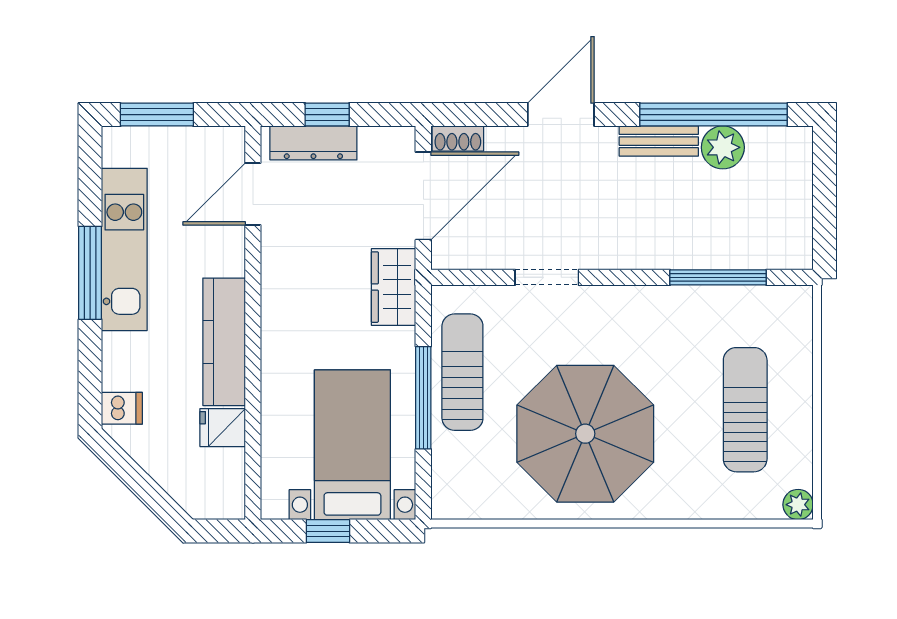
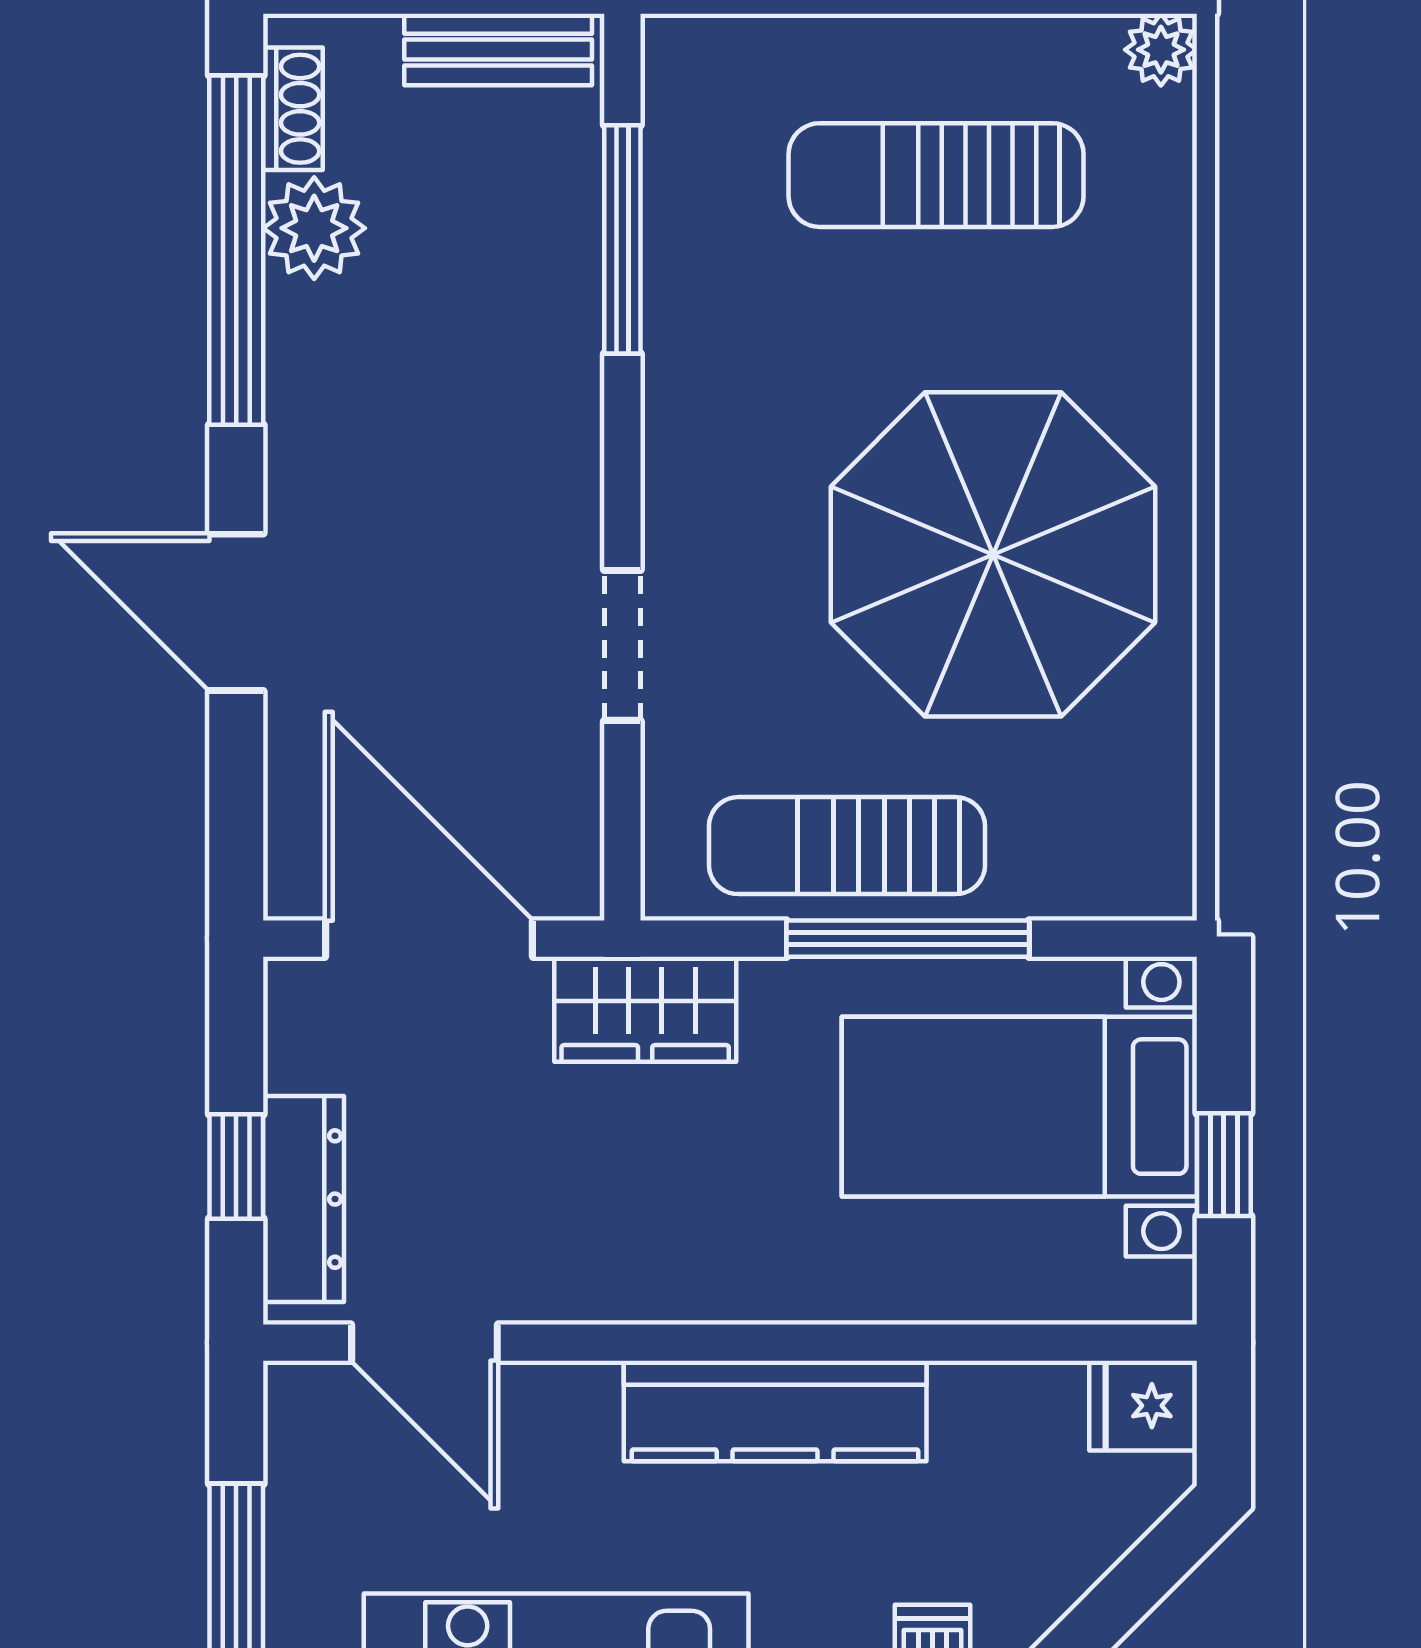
shoe rack: (458, 138) -> (293, 109), moved
bench: (659, 141) -> (498, 50), moved, turned 90
fridge: (223, 428) -> (1143, 1406), moved, turned 90

